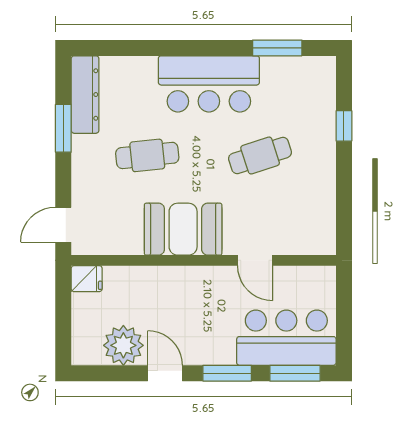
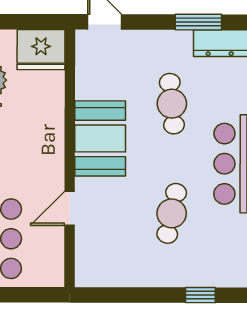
cafe table: (260, 155) -> (172, 213), turned 30
fridge: (87, 279) -> (41, 50), width x1.88, depth x1.34

